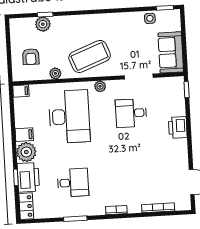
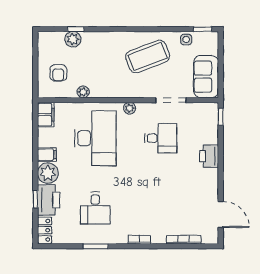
coffee table: (90, 56) -> (148, 57), moved
filing cabinet: (21, 91) -> (46, 115), width x2.00
desk: (131, 113) -> (161, 138), turned 180
desk: (73, 183) -> (95, 208), turned 90

